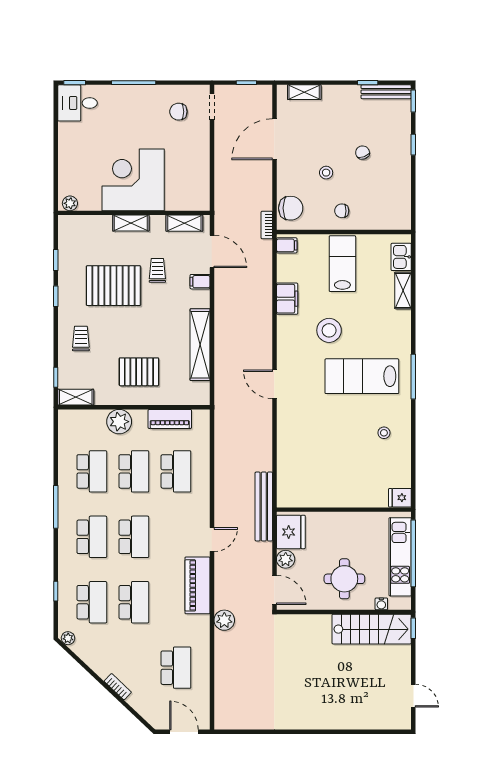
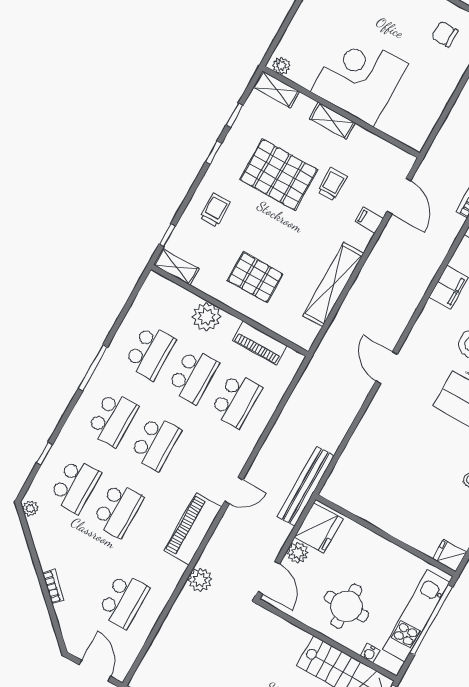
shelving: (184, 223) -> (276, 89), moved

